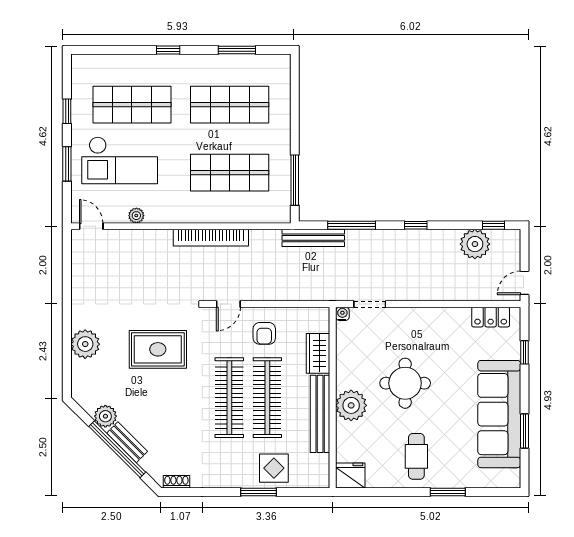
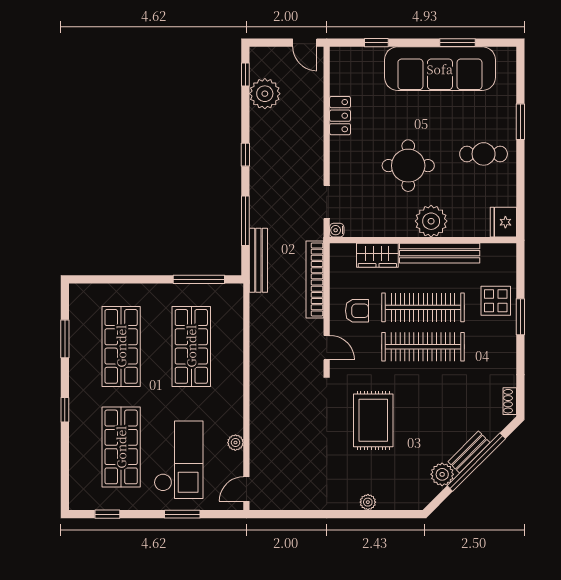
window: (67, 111) -> (107, 514), moved
bookcase: (211, 238) -> (315, 279), moved, turned 180
locker: (491, 317) -> (340, 116), moved
plant: (85, 344) -> (368, 502), width x0.53, depth x0.53

